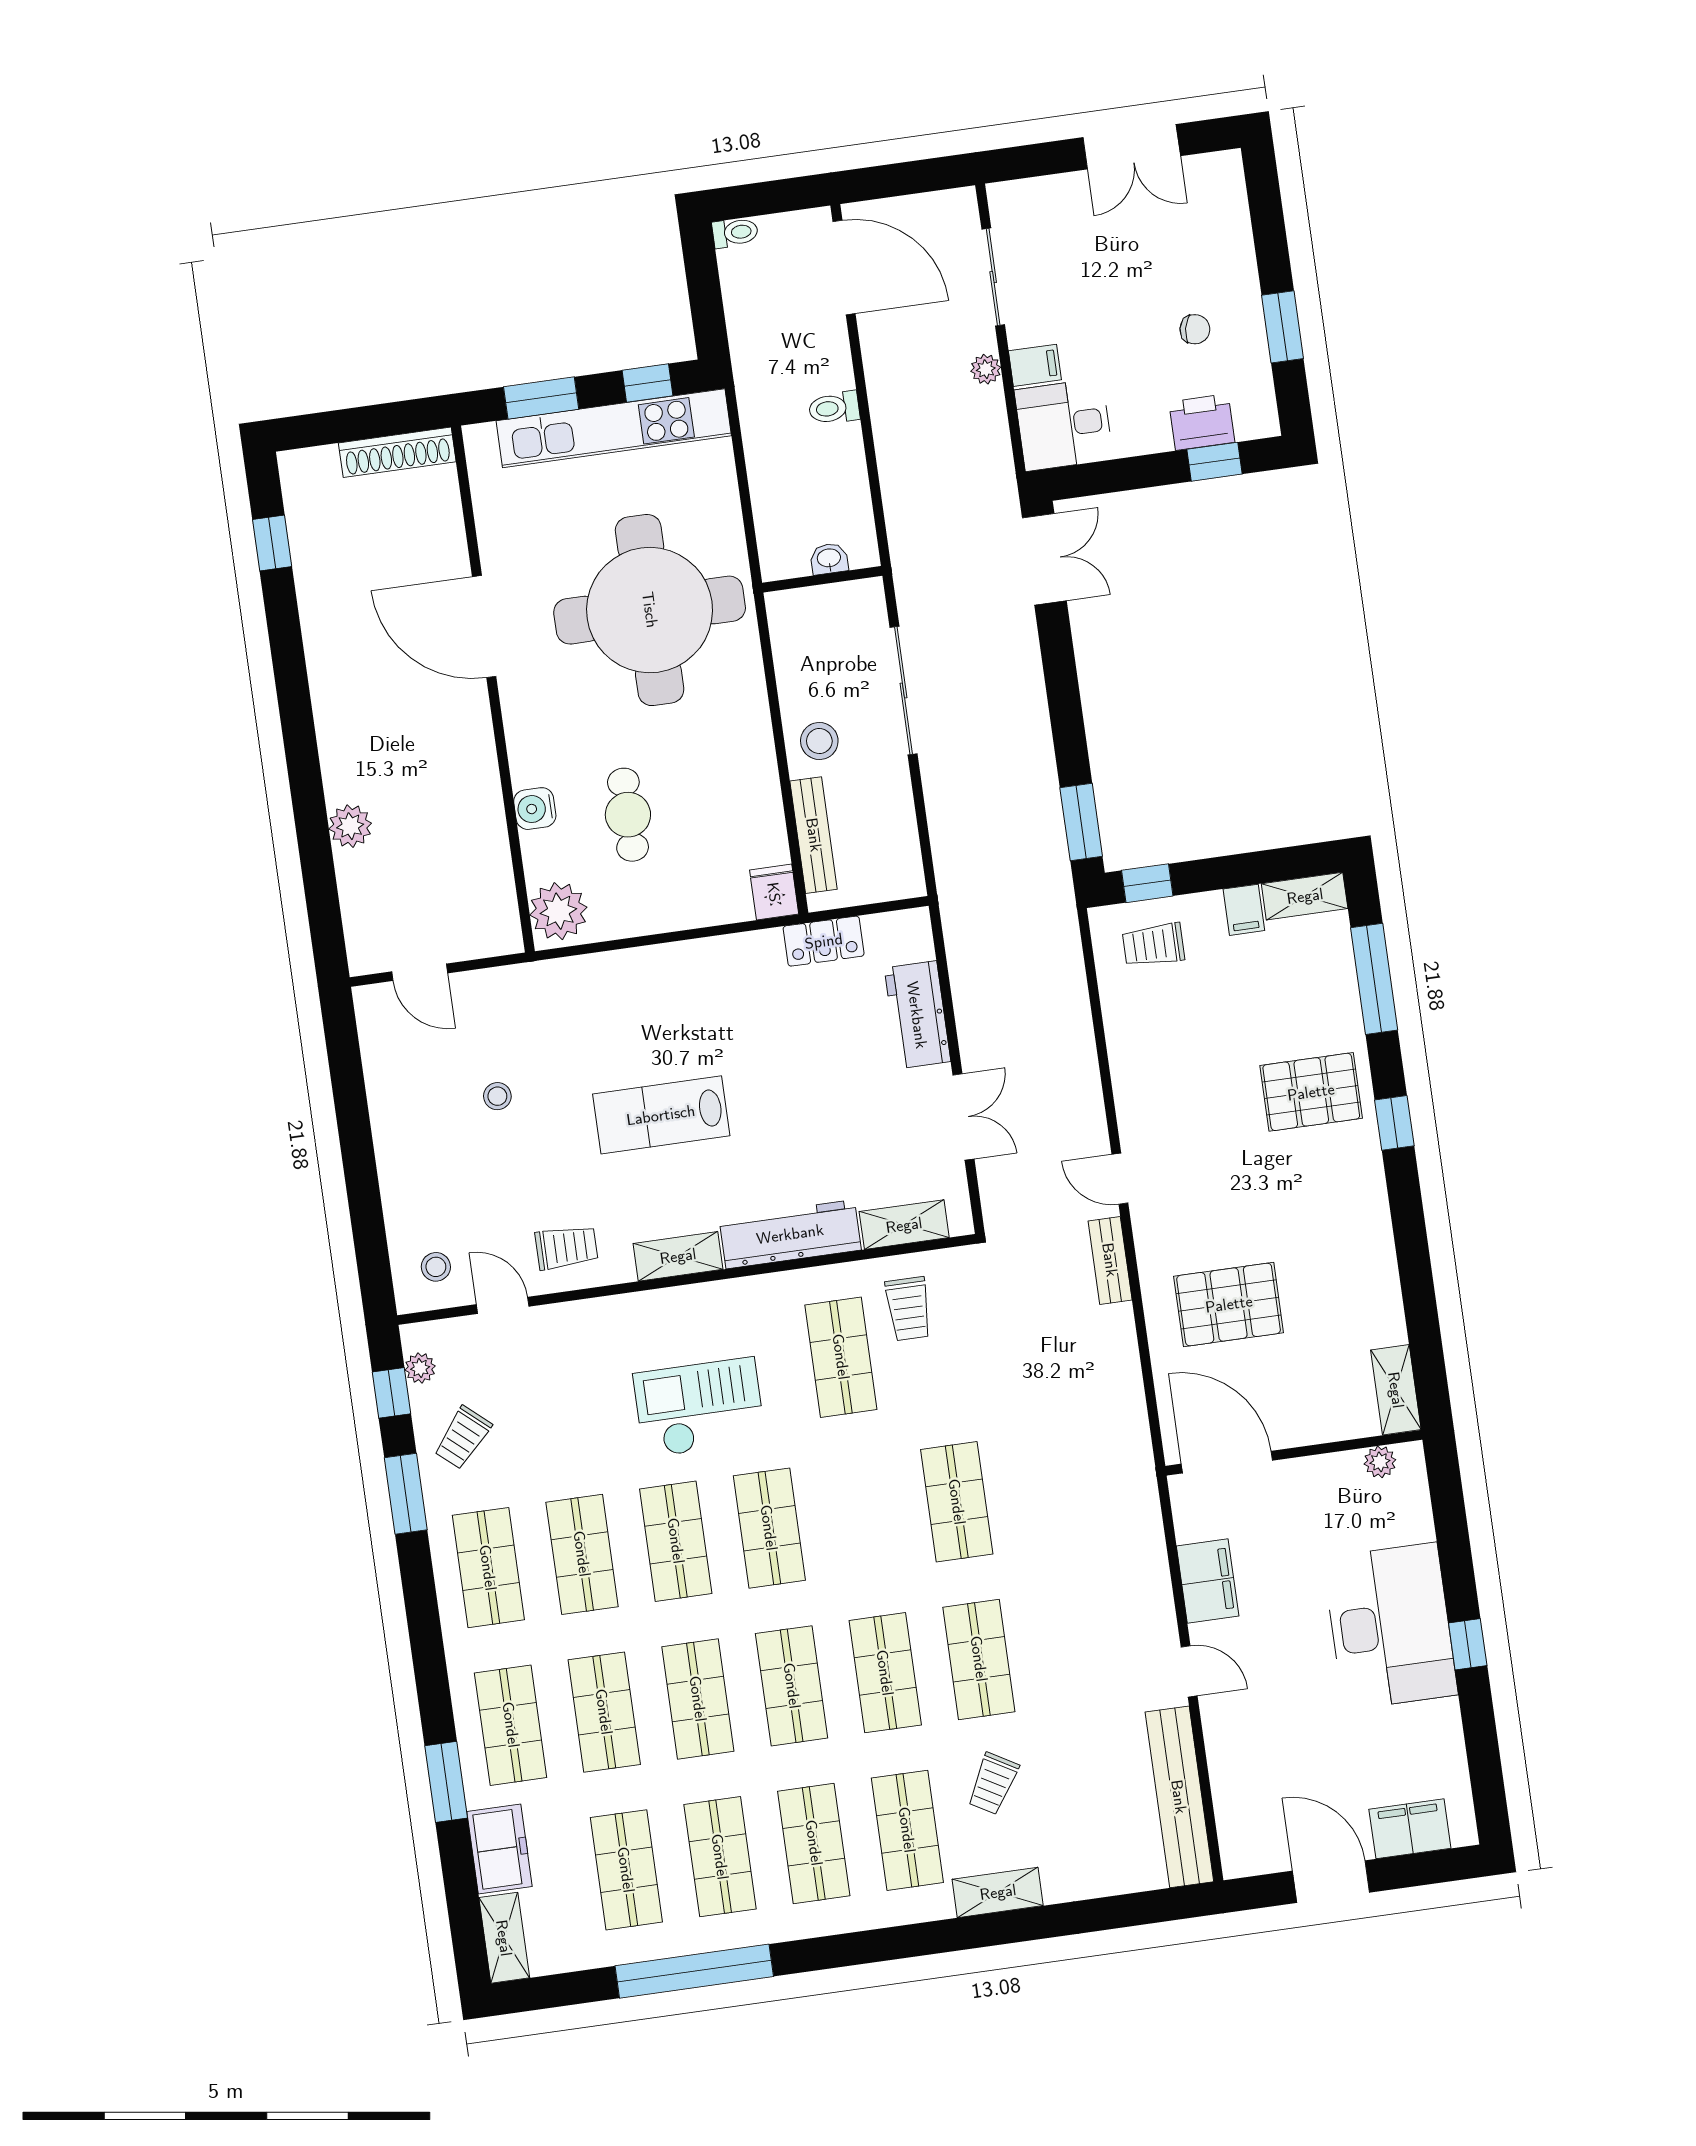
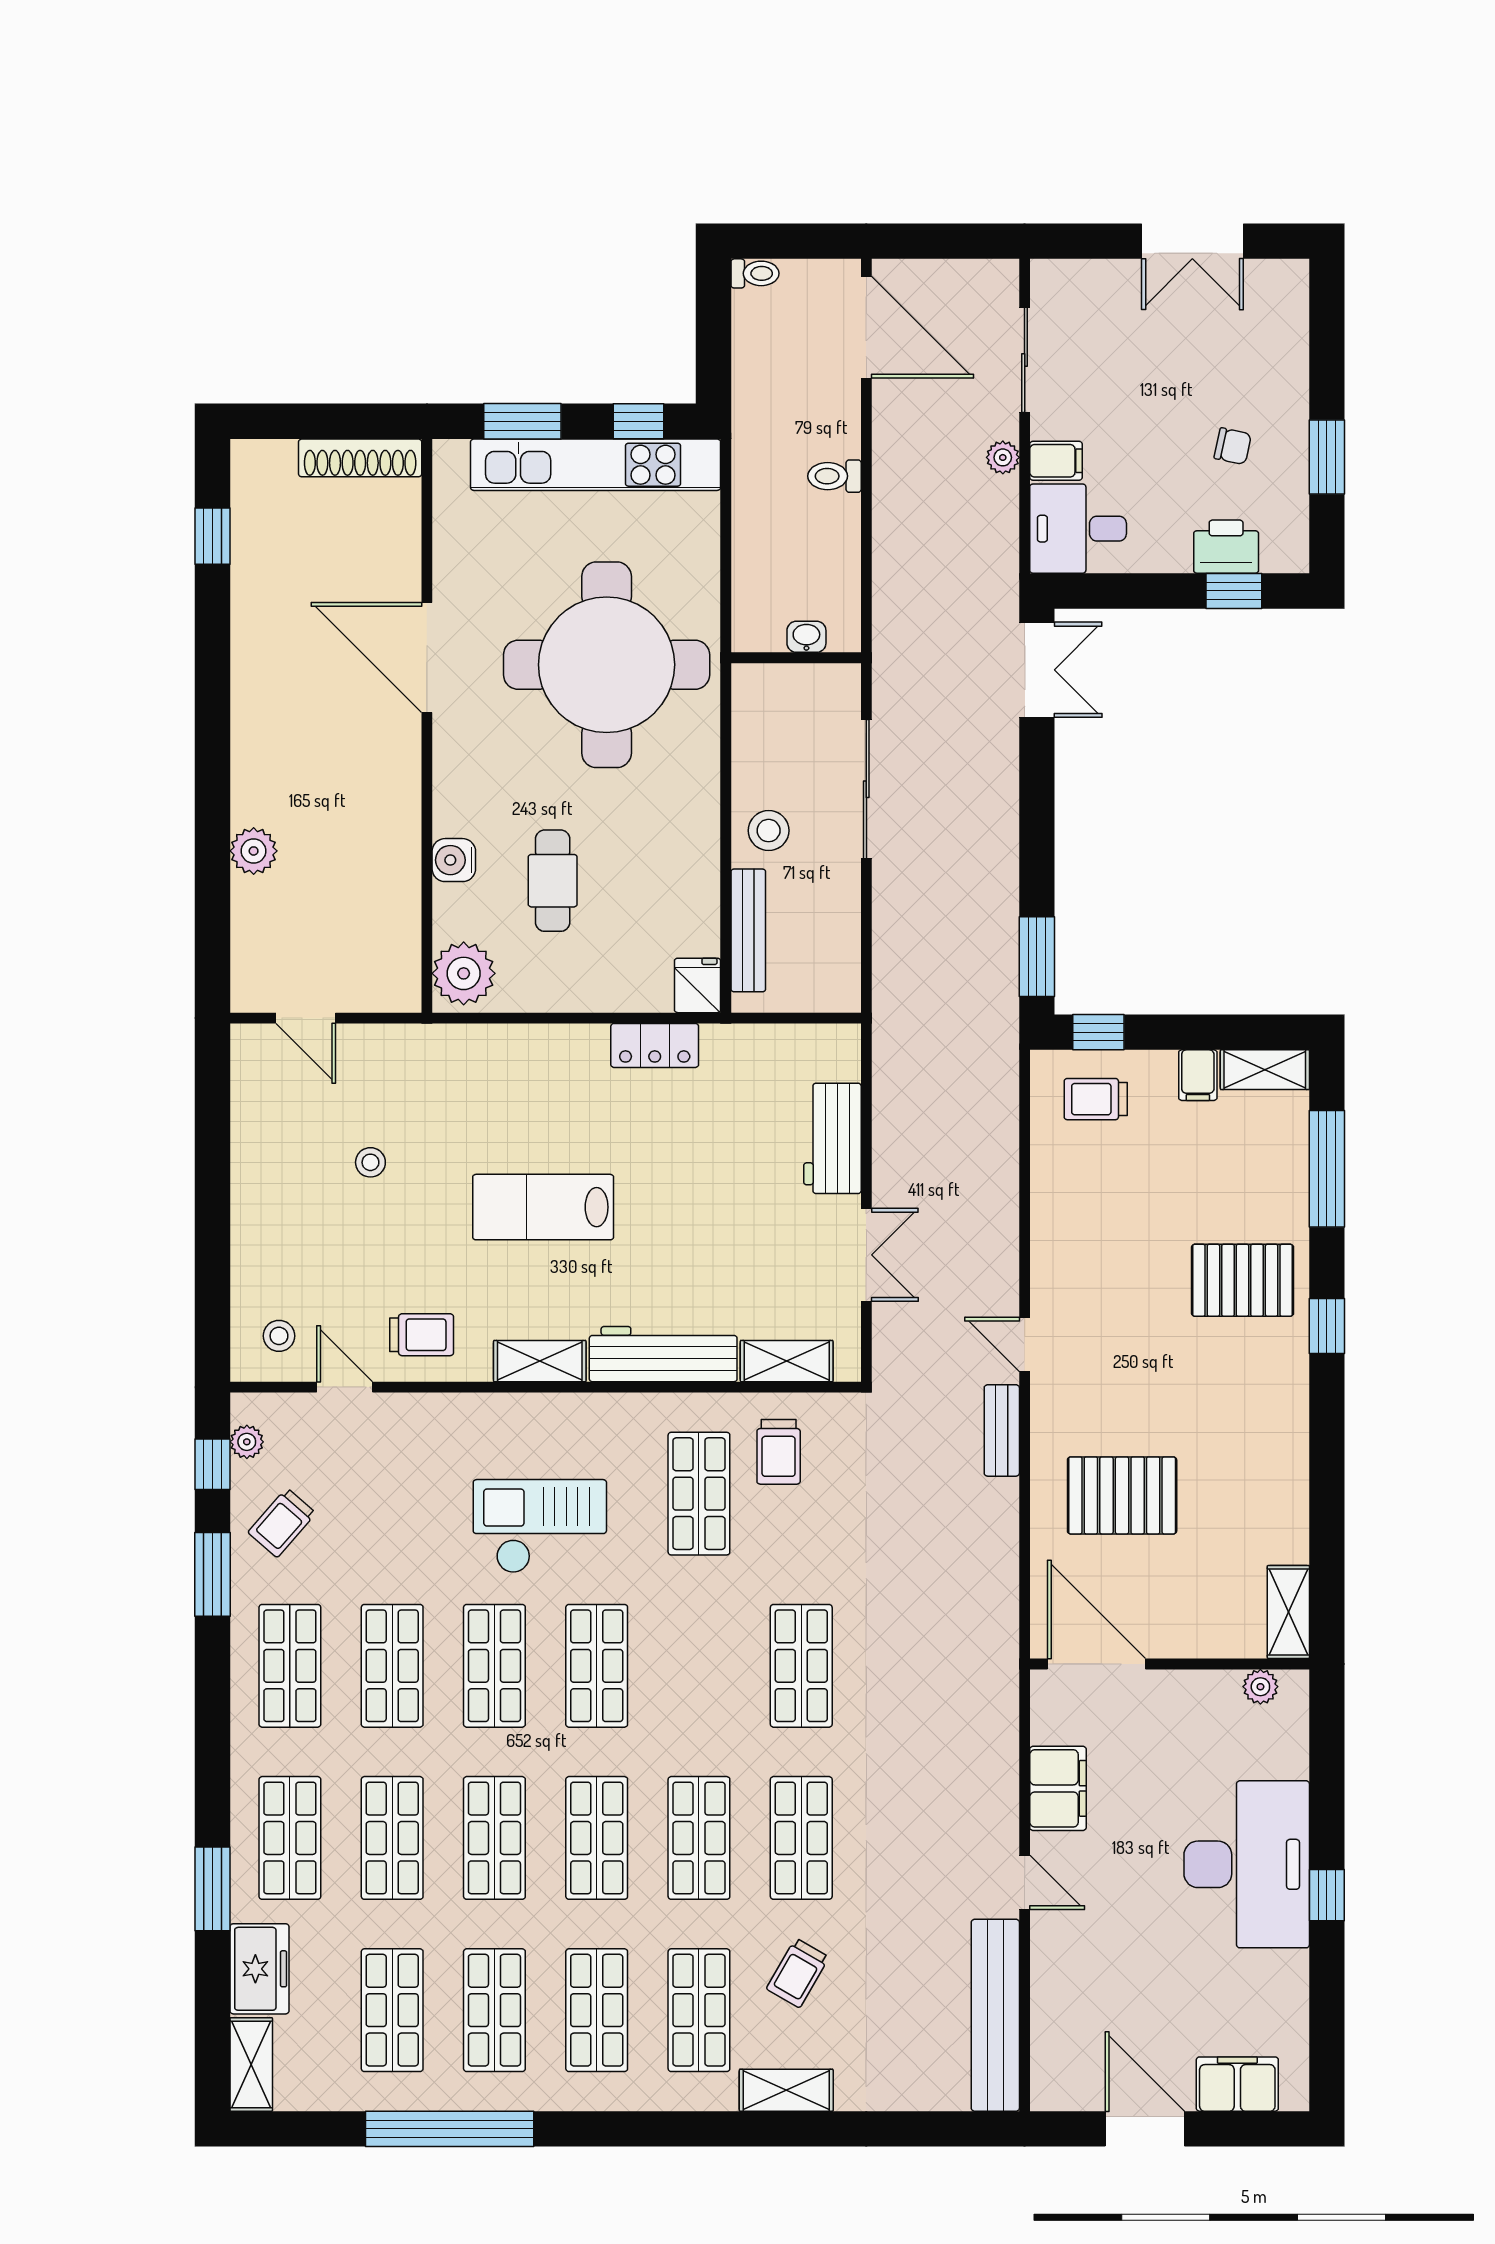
locker: (824, 941) -> (655, 1045), moved

